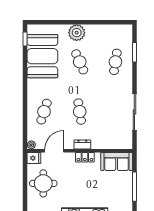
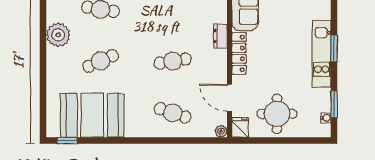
plant: (77, 33) -> (58, 35), moved
dresser: (82, 144) -> (220, 36), moved
locker: (85, 157) -> (239, 53), width x1.53

